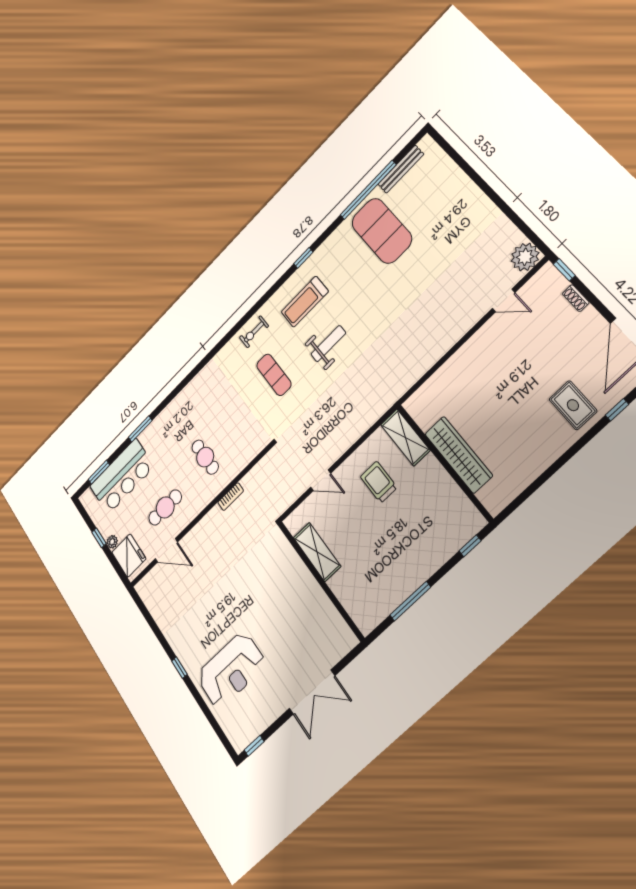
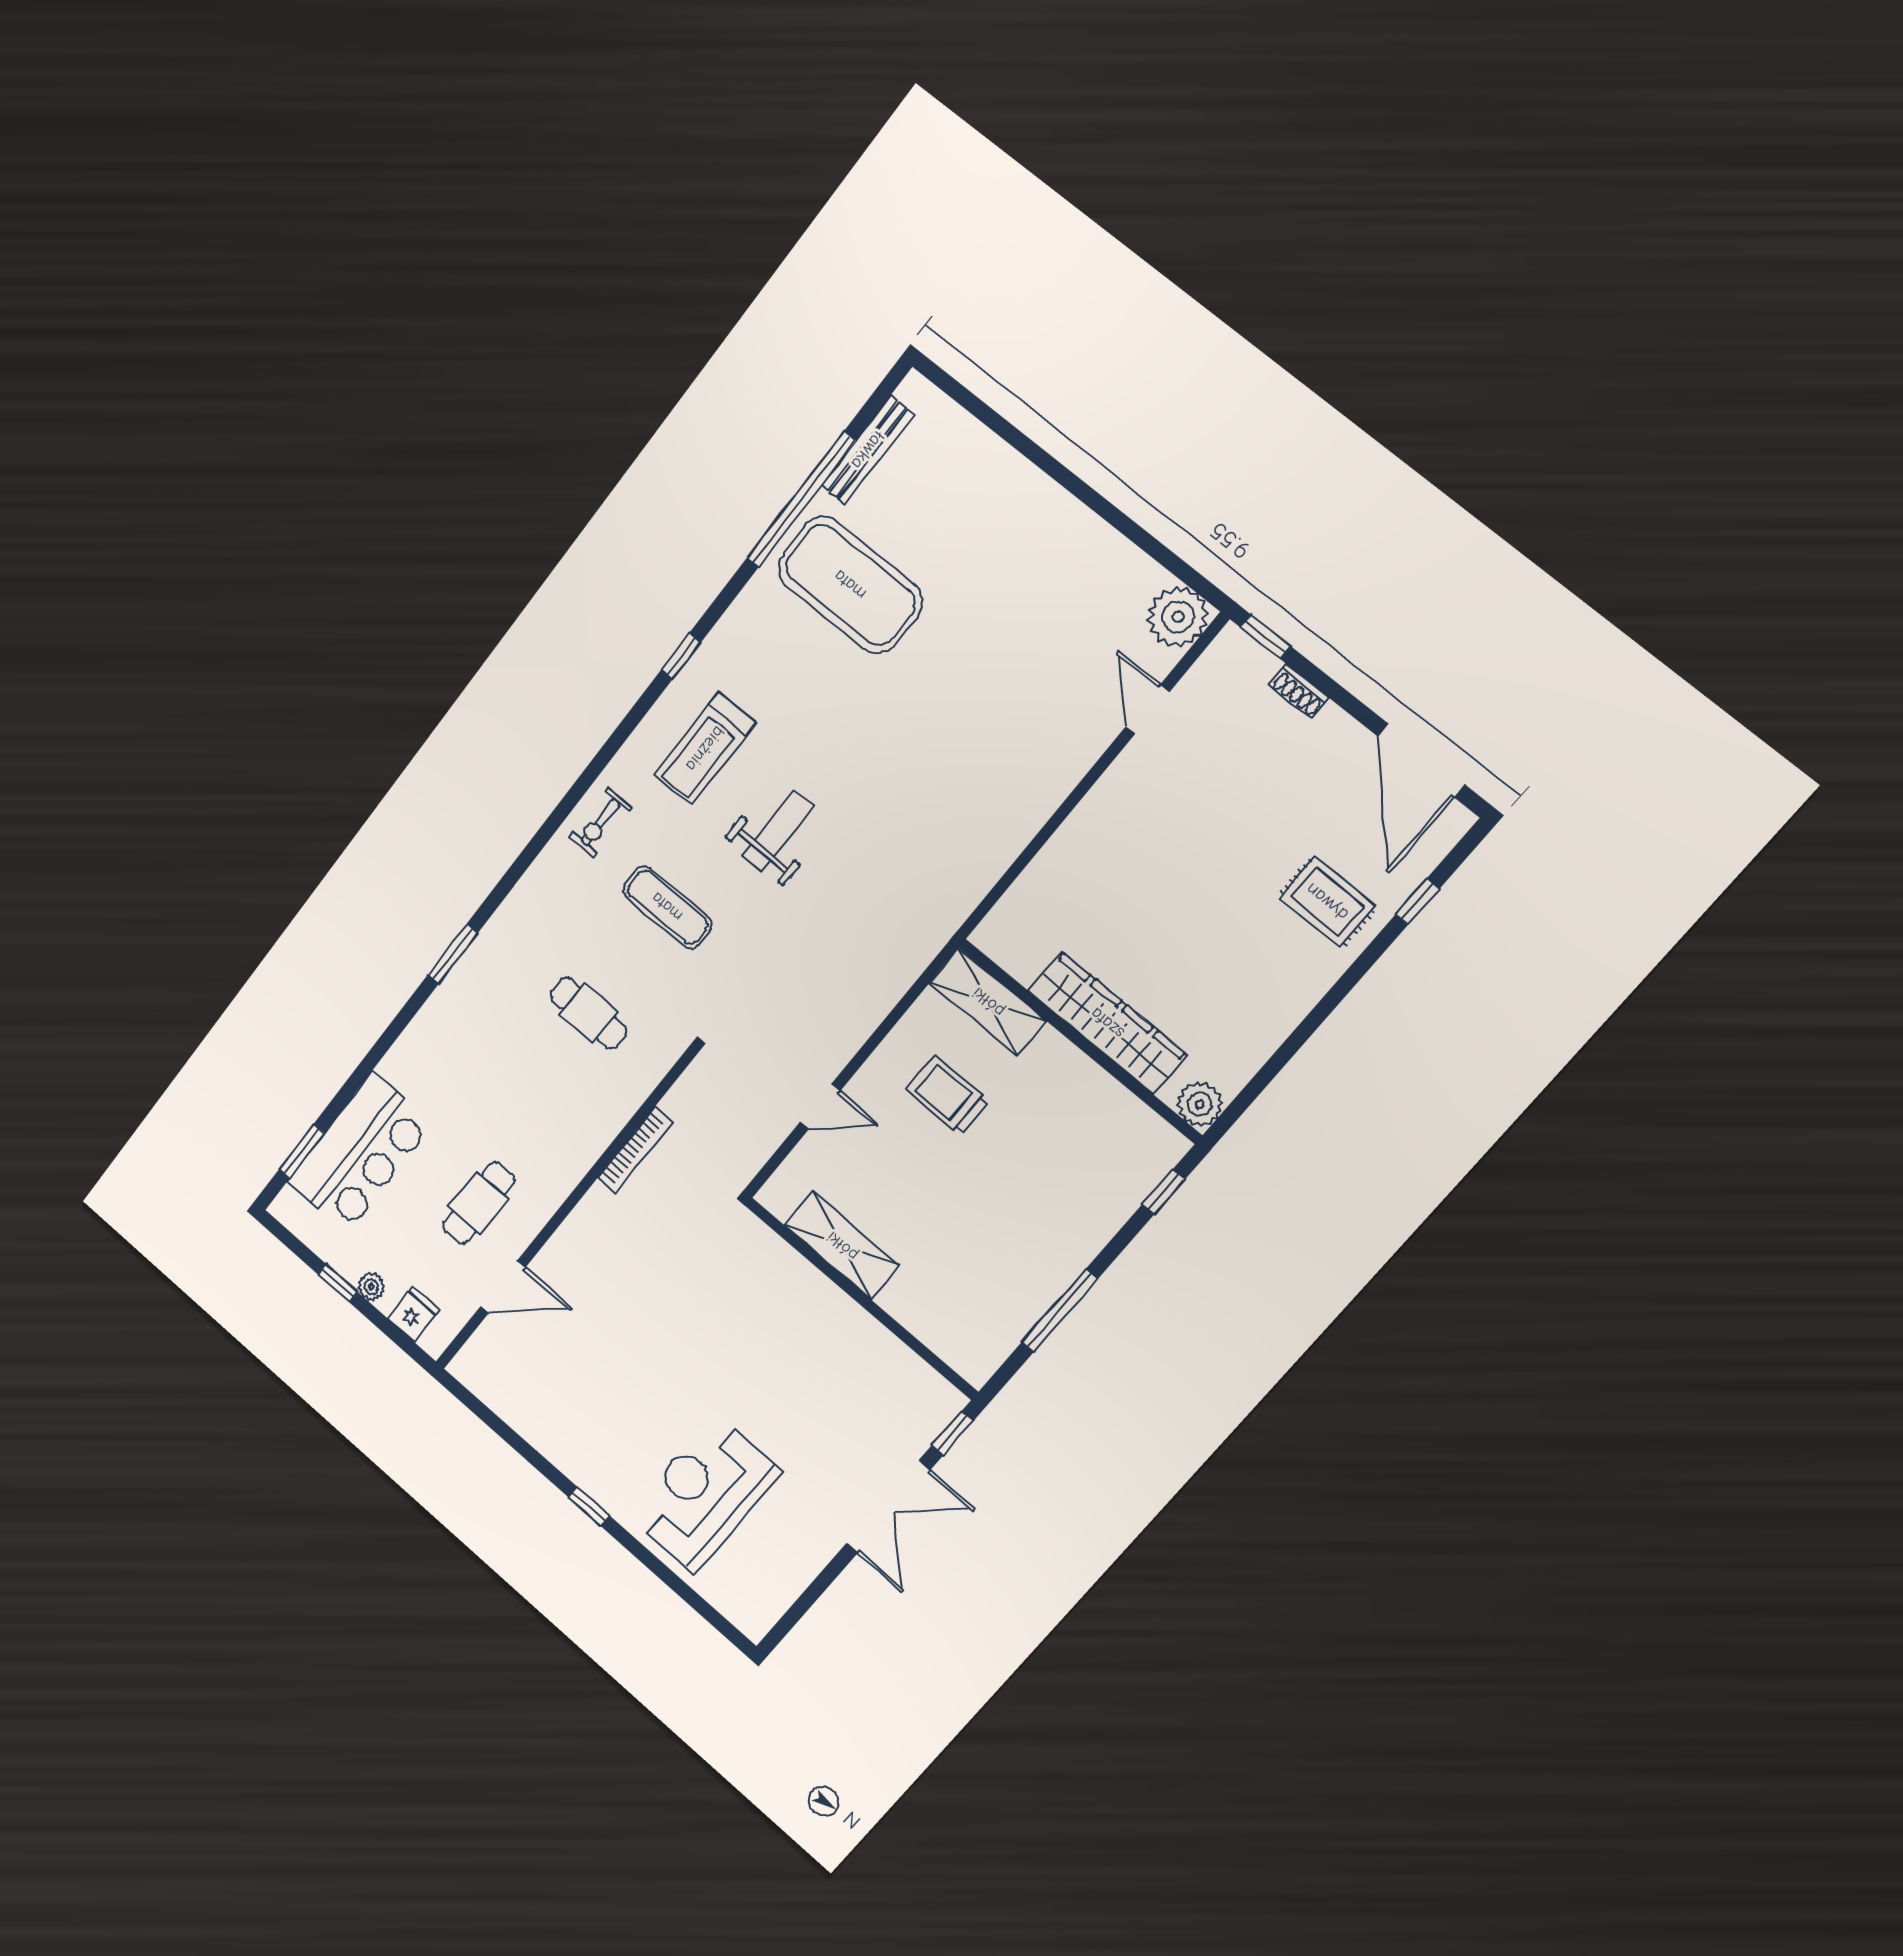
door: (504, 301) -> (1148, 709), swing flipped
window: (140, 429) -> (453, 954), moved
cafe table: (205, 457) -> (588, 1013), moved
bookcase: (231, 497) -> (635, 1150), width x1.56
plant: (495, 502) -> (1200, 1104), added
fridge: (129, 556) -> (413, 1314), width x0.53, depth x0.75
reception desk: (231, 670) -> (705, 1493), turned 180
window: (254, 746) -> (952, 1433), moved

